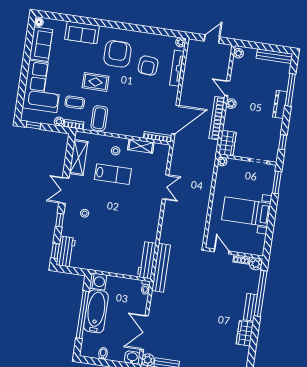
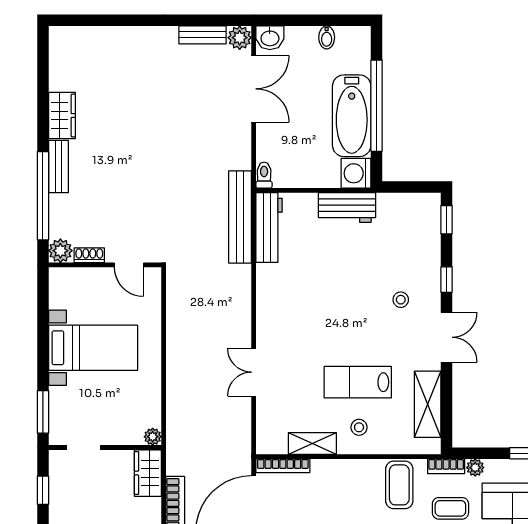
workbench: (66, 252) -> (347, 208), moved, turned -90

